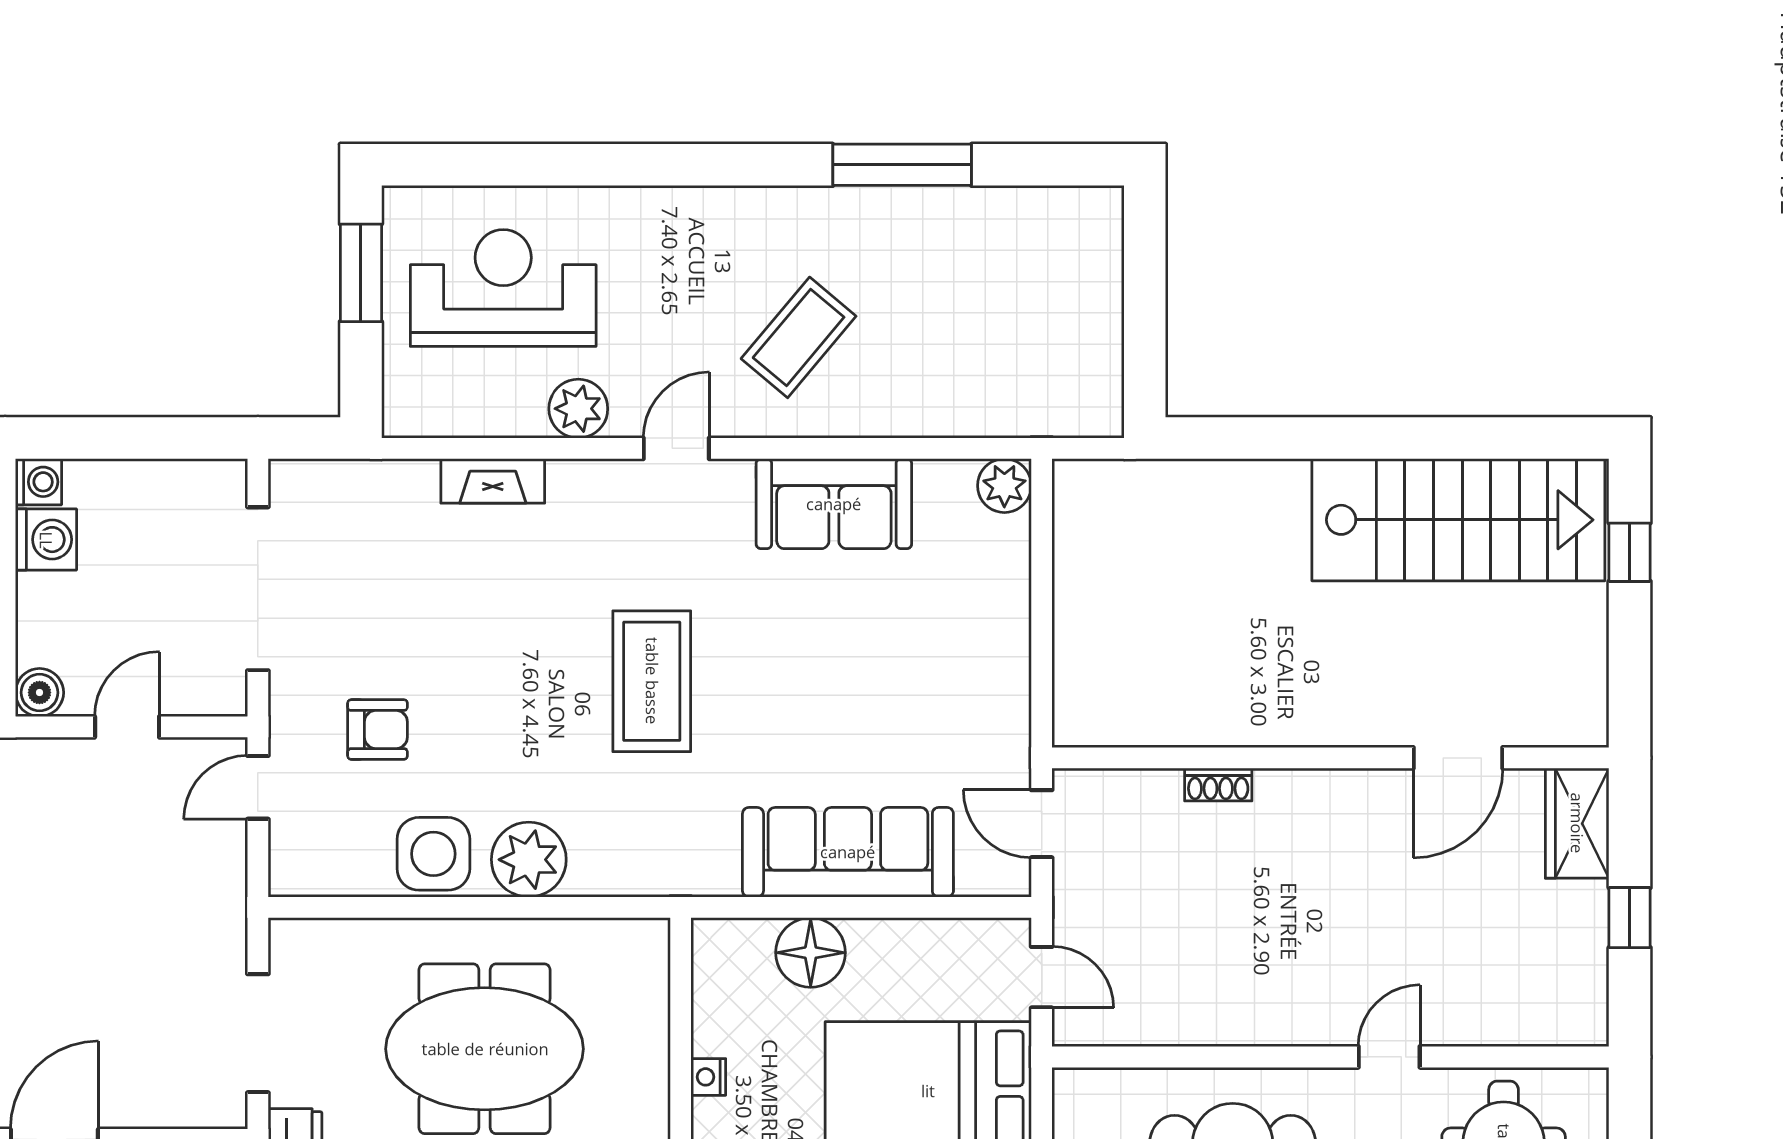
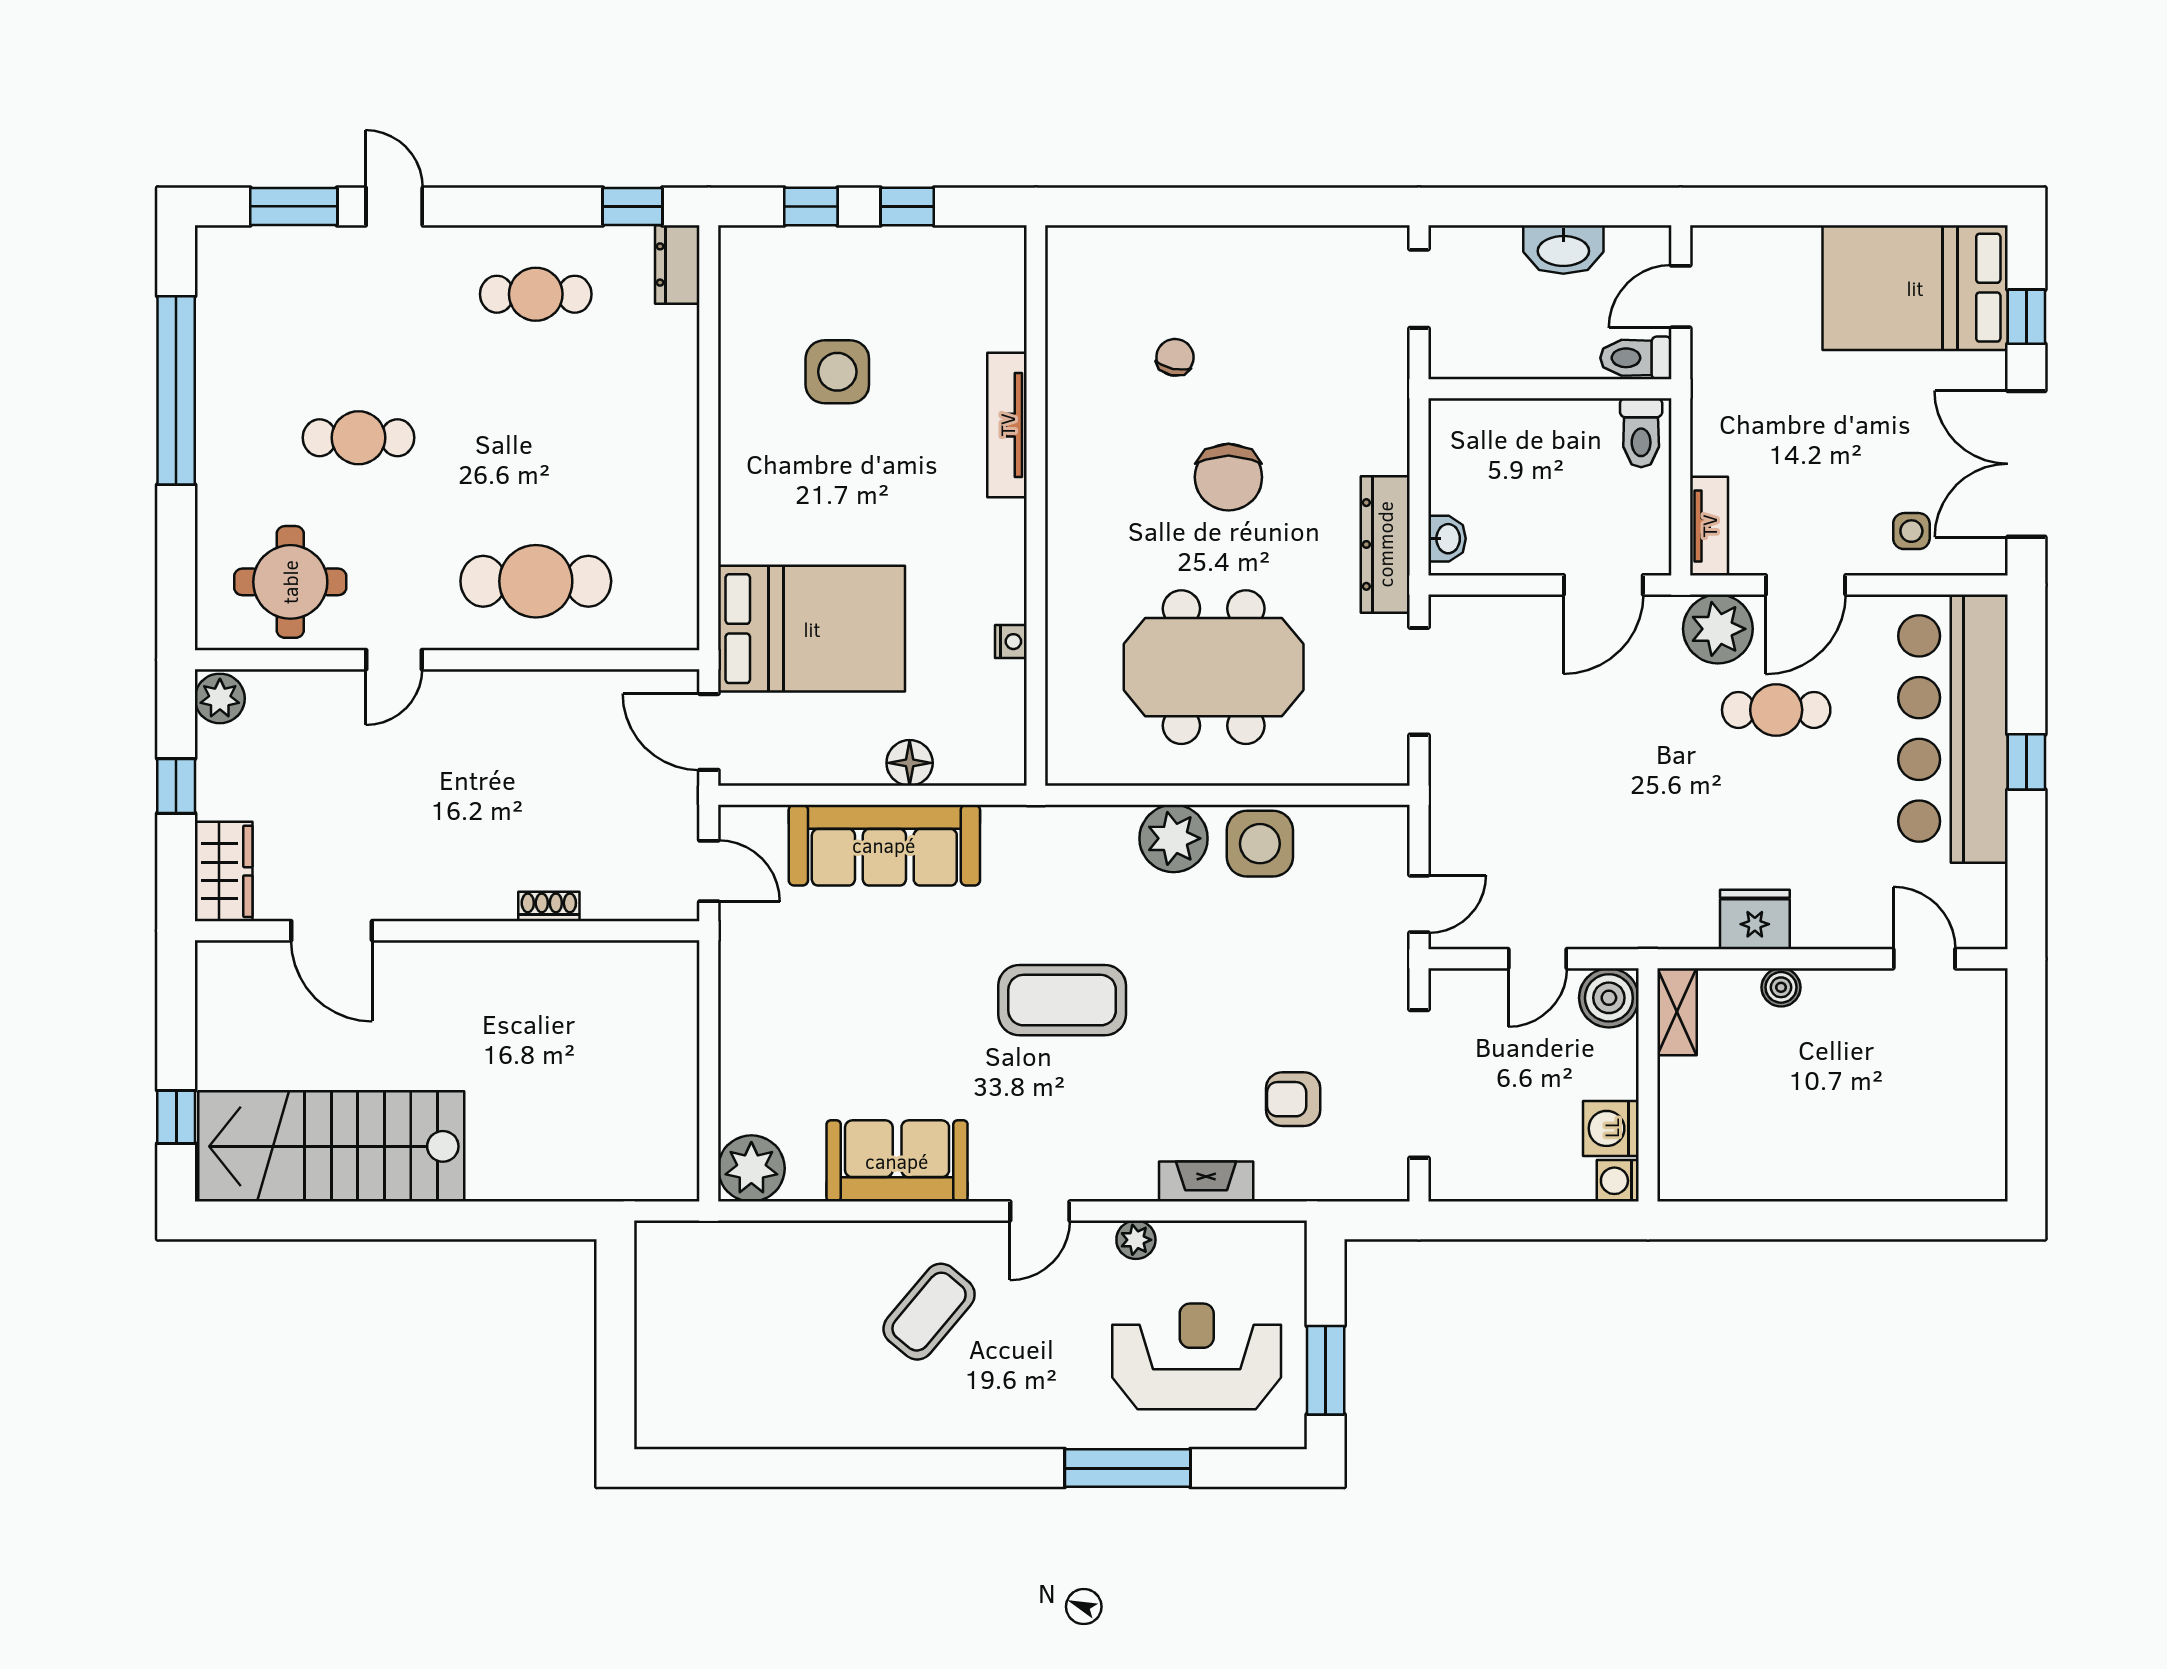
window: (902, 165) -> (1128, 1468), moved
reception desk: (503, 288) -> (1197, 1356), turned 180
plant: (578, 409) -> (1136, 1240), width x0.73, depth x0.73
plant: (1004, 486) -> (751, 1168), width x1.36, depth x1.36
coffee table: (652, 681) -> (1062, 1000), turned 90
boiler: (40, 693) -> (1609, 998), width x1.36, depth x1.36
armchair: (378, 730) -> (1293, 1099), moved
door: (1458, 758) -> (332, 931), swing flipped
floor lamp: (811, 953) -> (910, 763), width x0.73, depth x0.73
door: (1042, 977) -> (709, 732), width x1.37
plant: (1581, 1014) -> (220, 698), added

